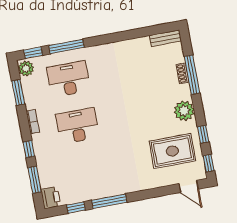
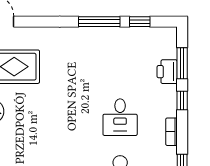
desk: (77, 126) -> (120, 117), width x0.73
printer: (51, 198) -> (167, 72), moved

